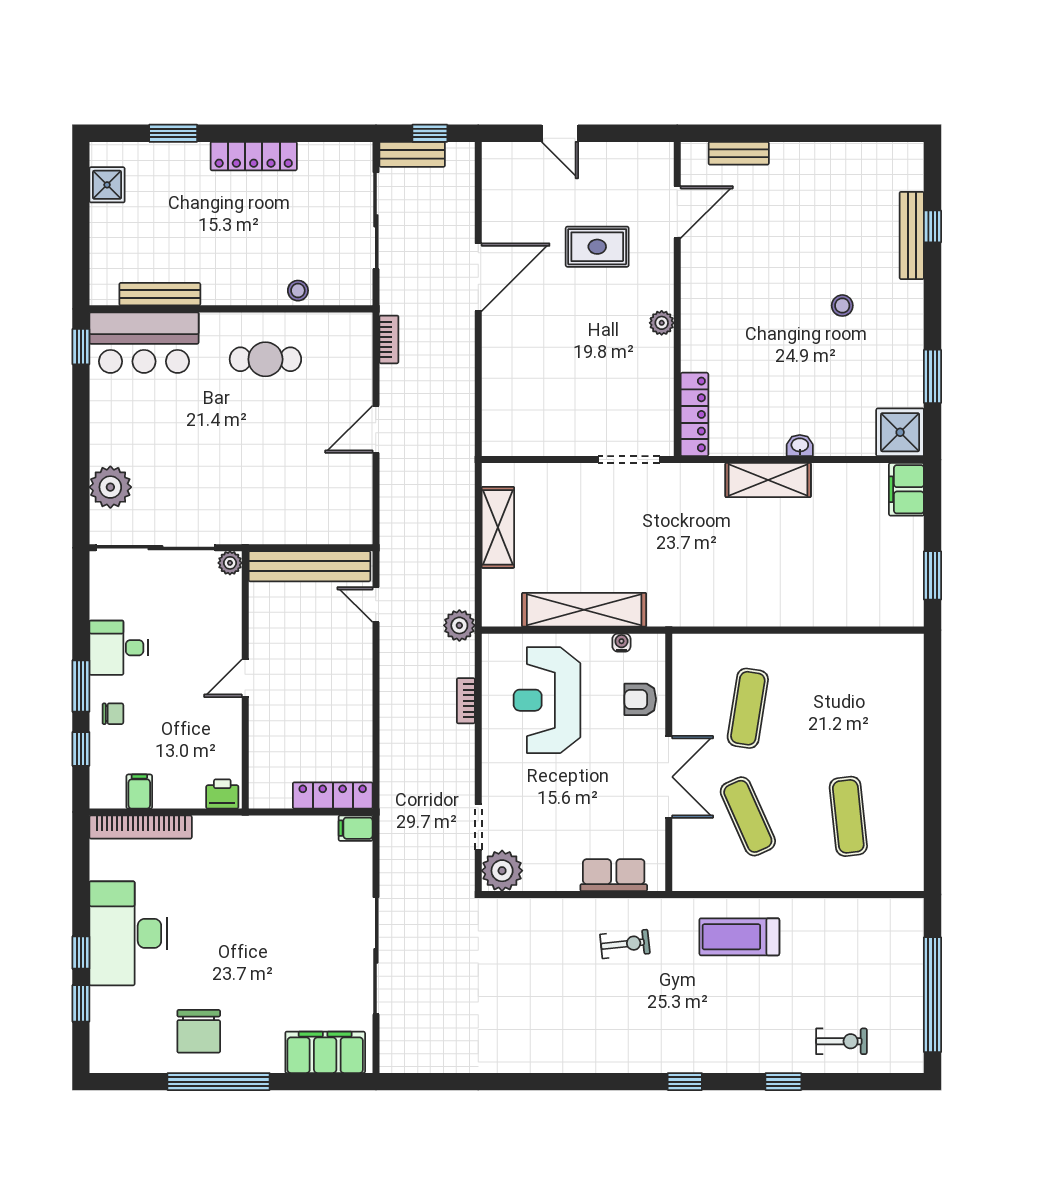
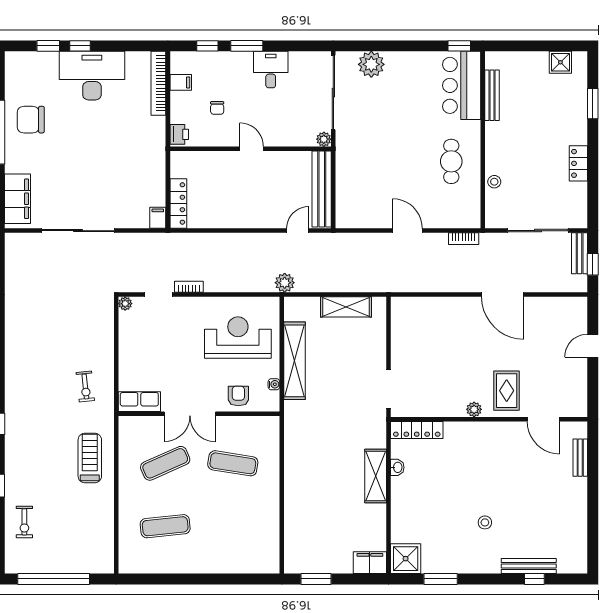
locker: (254, 156) -> (578, 163), width x0.66
rug: (597, 247) -> (507, 391), moved
washbasin: (800, 446) -> (397, 467), moved
bookcase: (466, 701) -> (189, 287), moved
chair: (113, 714) -> (217, 108), moved
plant: (502, 871) -> (125, 304), width x0.53, depth x0.53
row of seats: (614, 875) -> (139, 402), moved, turned -90

